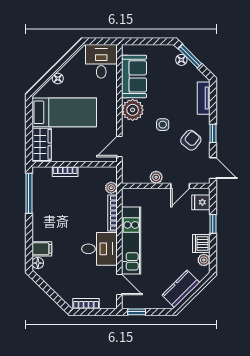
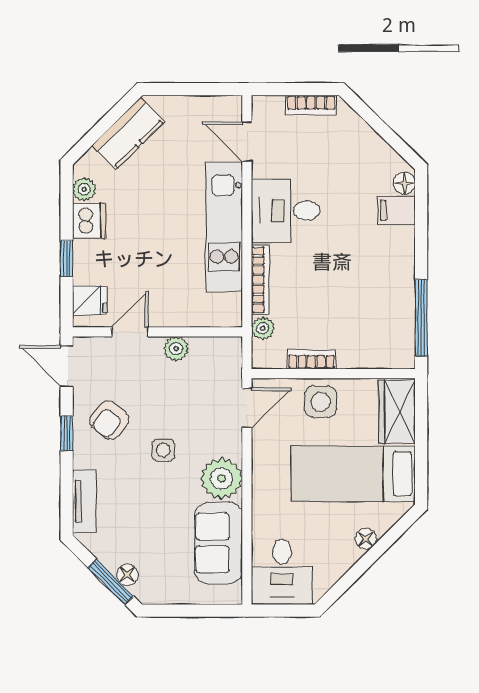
side table: (81, 150) -> (320, 402), added
bookcase: (65, 172) -> (311, 359), moved
window: (137, 312) -> (214, 89), removed

